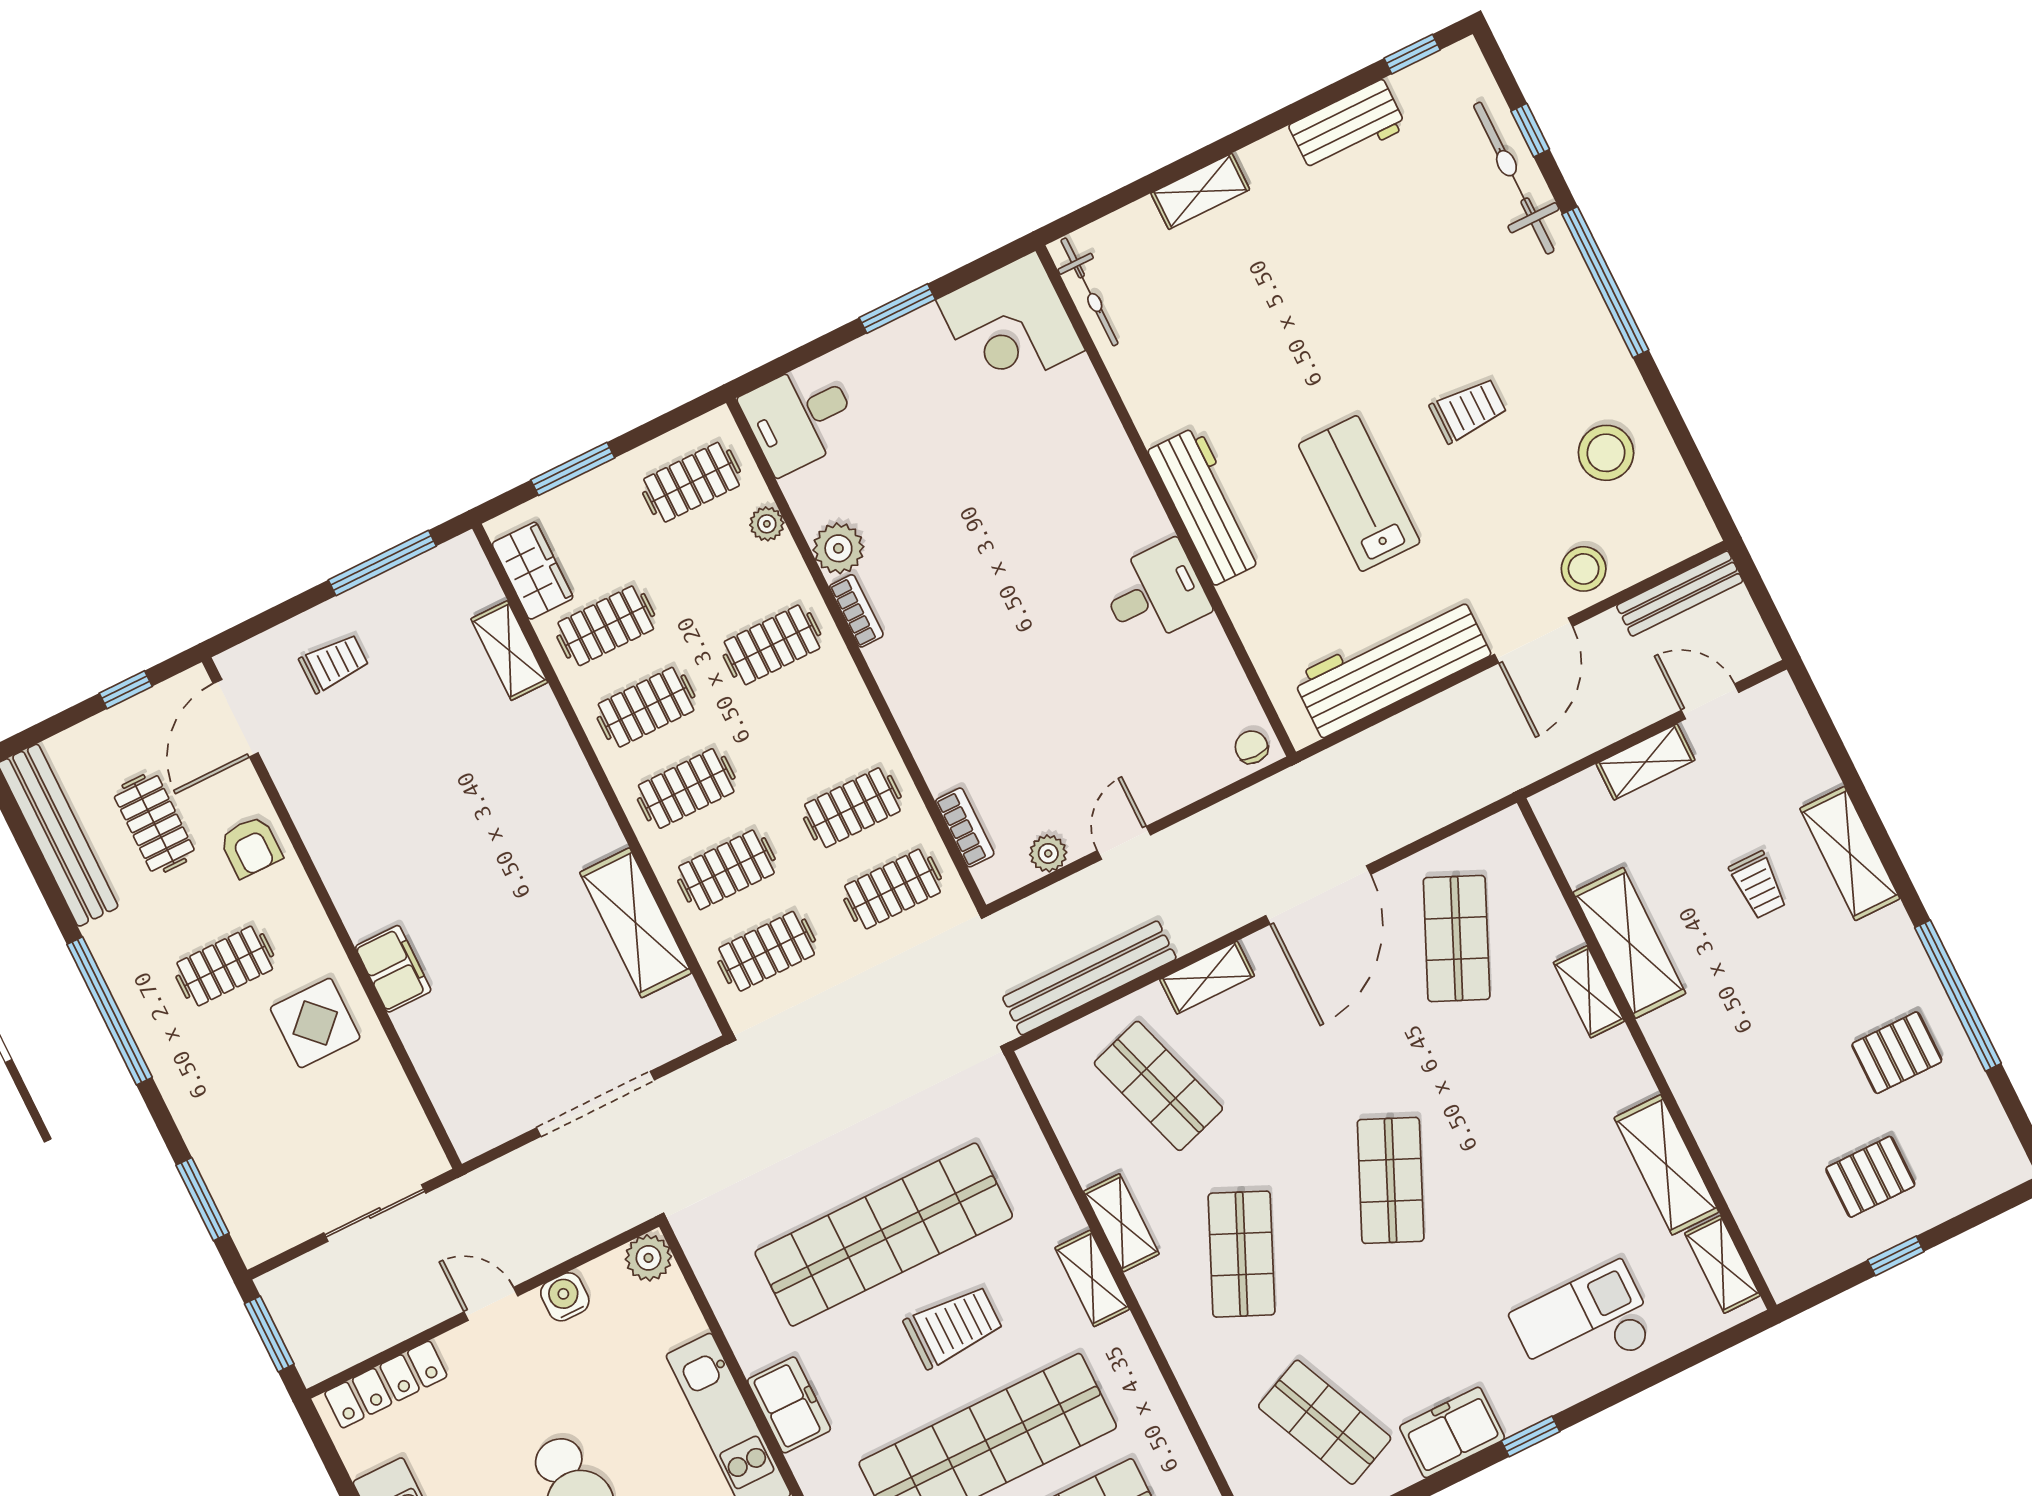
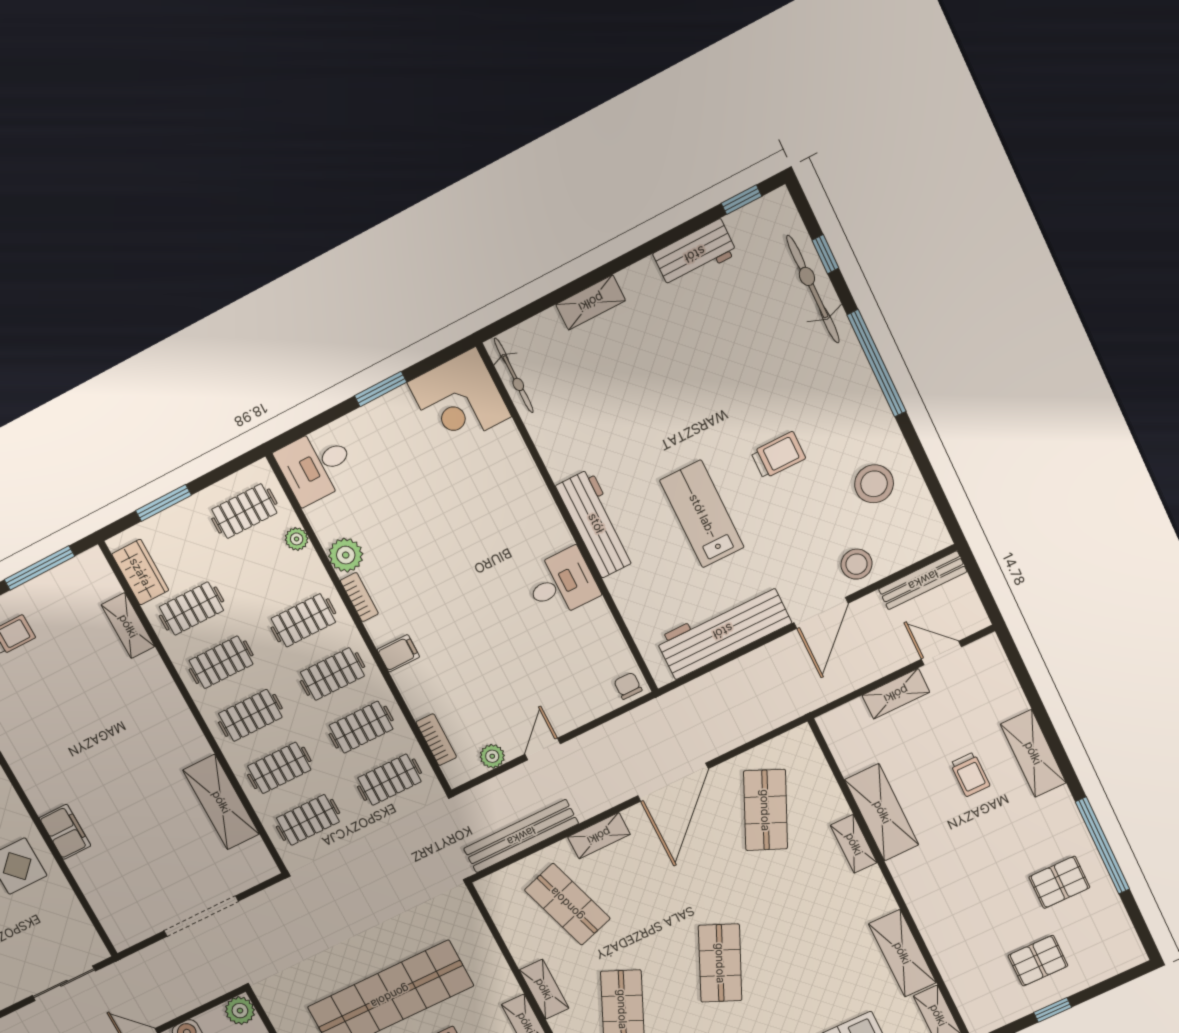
filing cabinet: (912, 696) -> (398, 653), added
clothes rail: (812, 726) -> (332, 674), added

